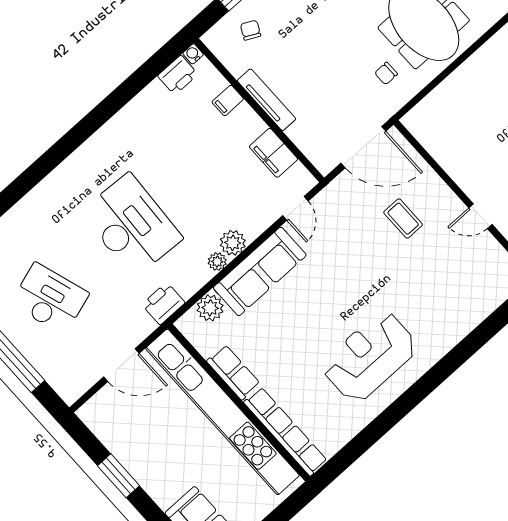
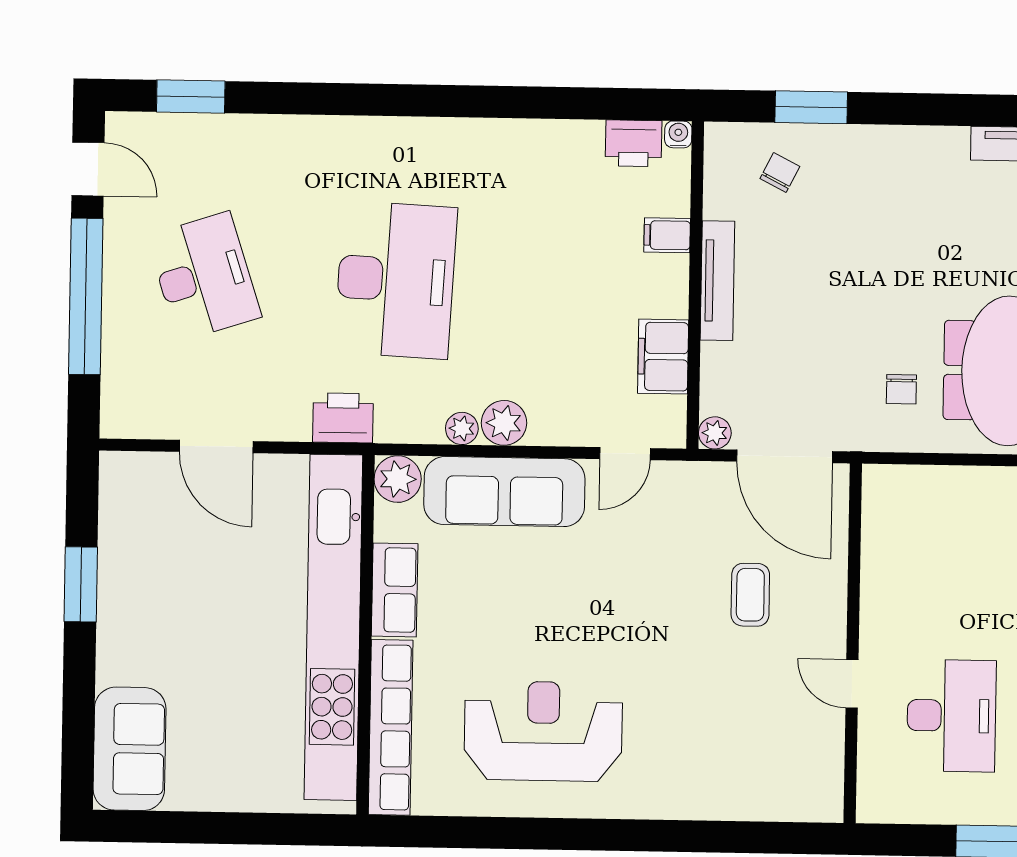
chair: (386, 73) -> (901, 389), turned -90
plant: (325, 165) -> (715, 433), added
row of seats: (233, 372) -> (395, 590), moved
wall: (239, 403) -> (365, 635), moved
kitchen unit: (222, 412) -> (333, 627), moved
row of seats: (285, 432) -> (391, 727), moved

